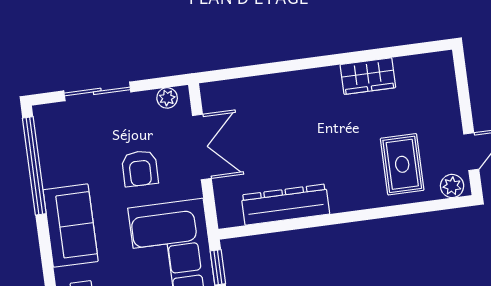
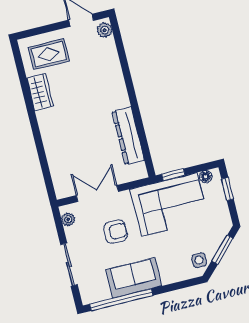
rug: (402, 164) -> (49, 54), moved
sofa: (71, 226) -> (134, 278), moved

